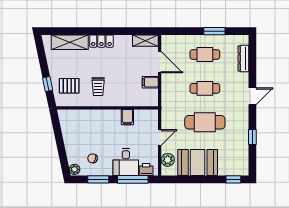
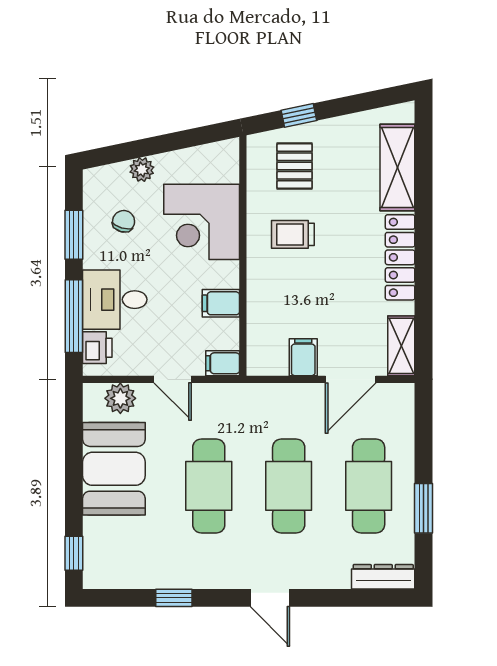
locker: (101, 41) -> (400, 257), width x1.53
cafe table: (205, 54) -> (369, 486), width x1.37, depth x1.35
dresser: (243, 58) -> (383, 577), moved
cafe table: (205, 88) -> (289, 486), width x1.37, depth x1.35
filing cabinet: (153, 116) -> (223, 363), added
corner desk: (93, 125) -> (202, 222), added
plant: (75, 169) -> (142, 170), moved

